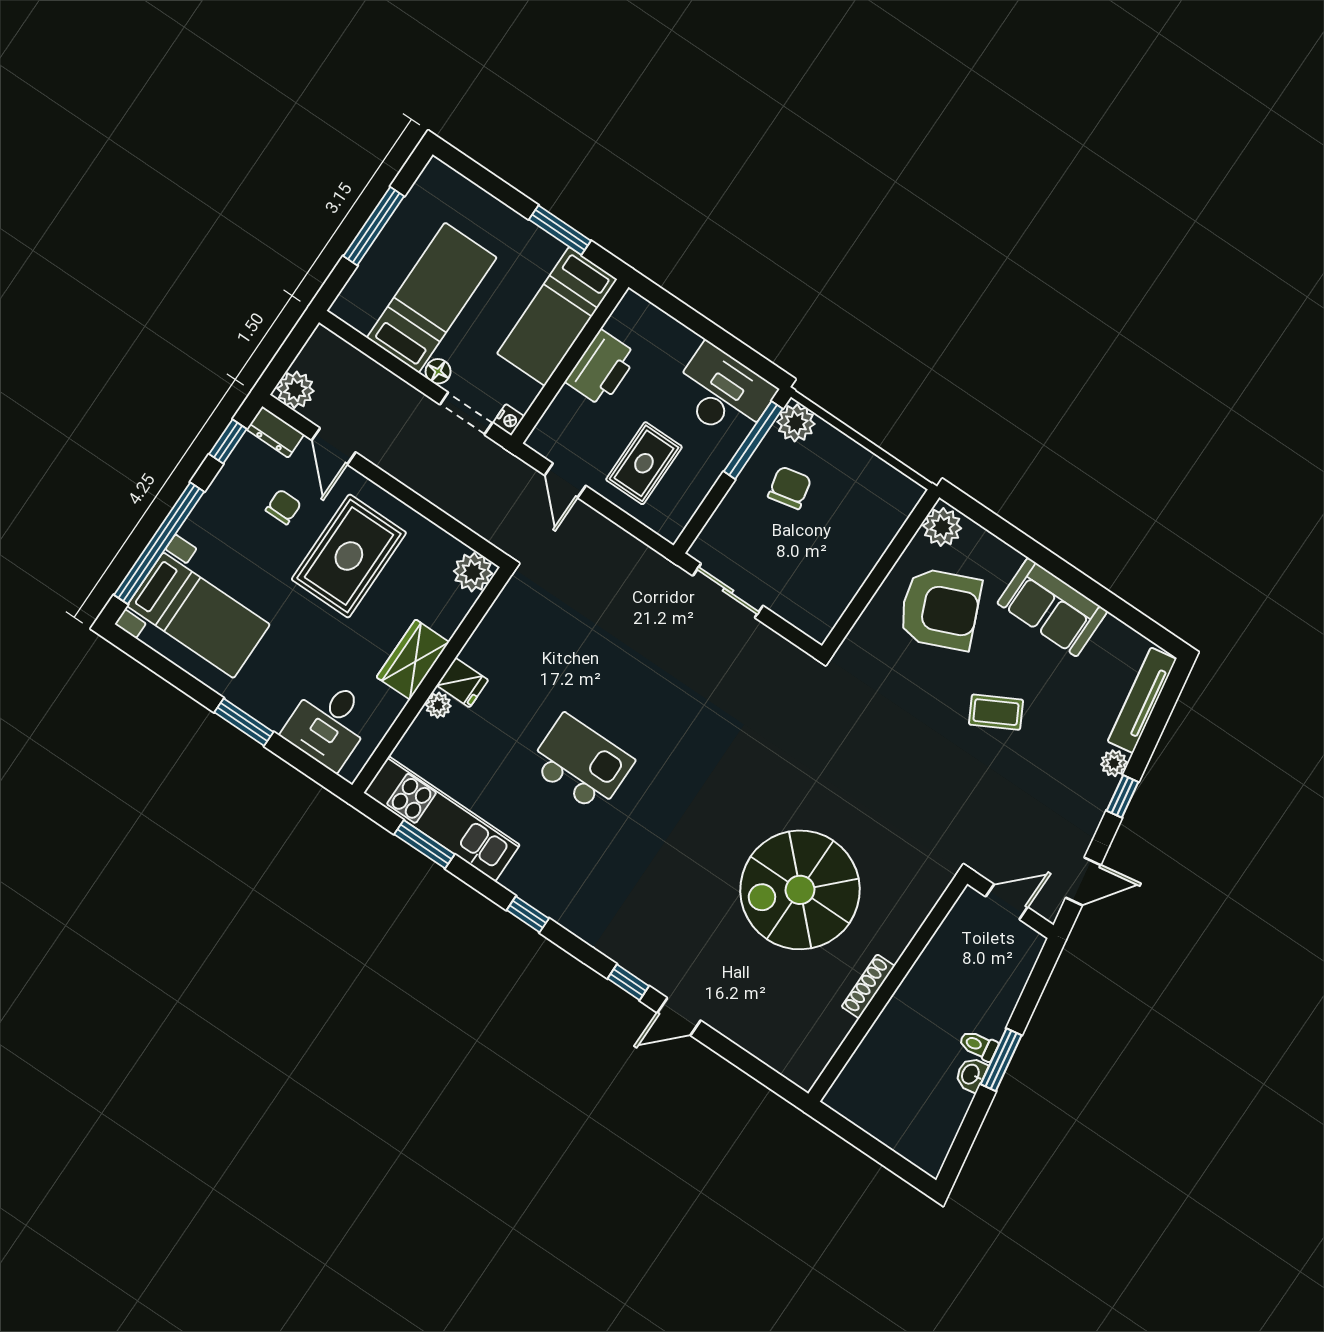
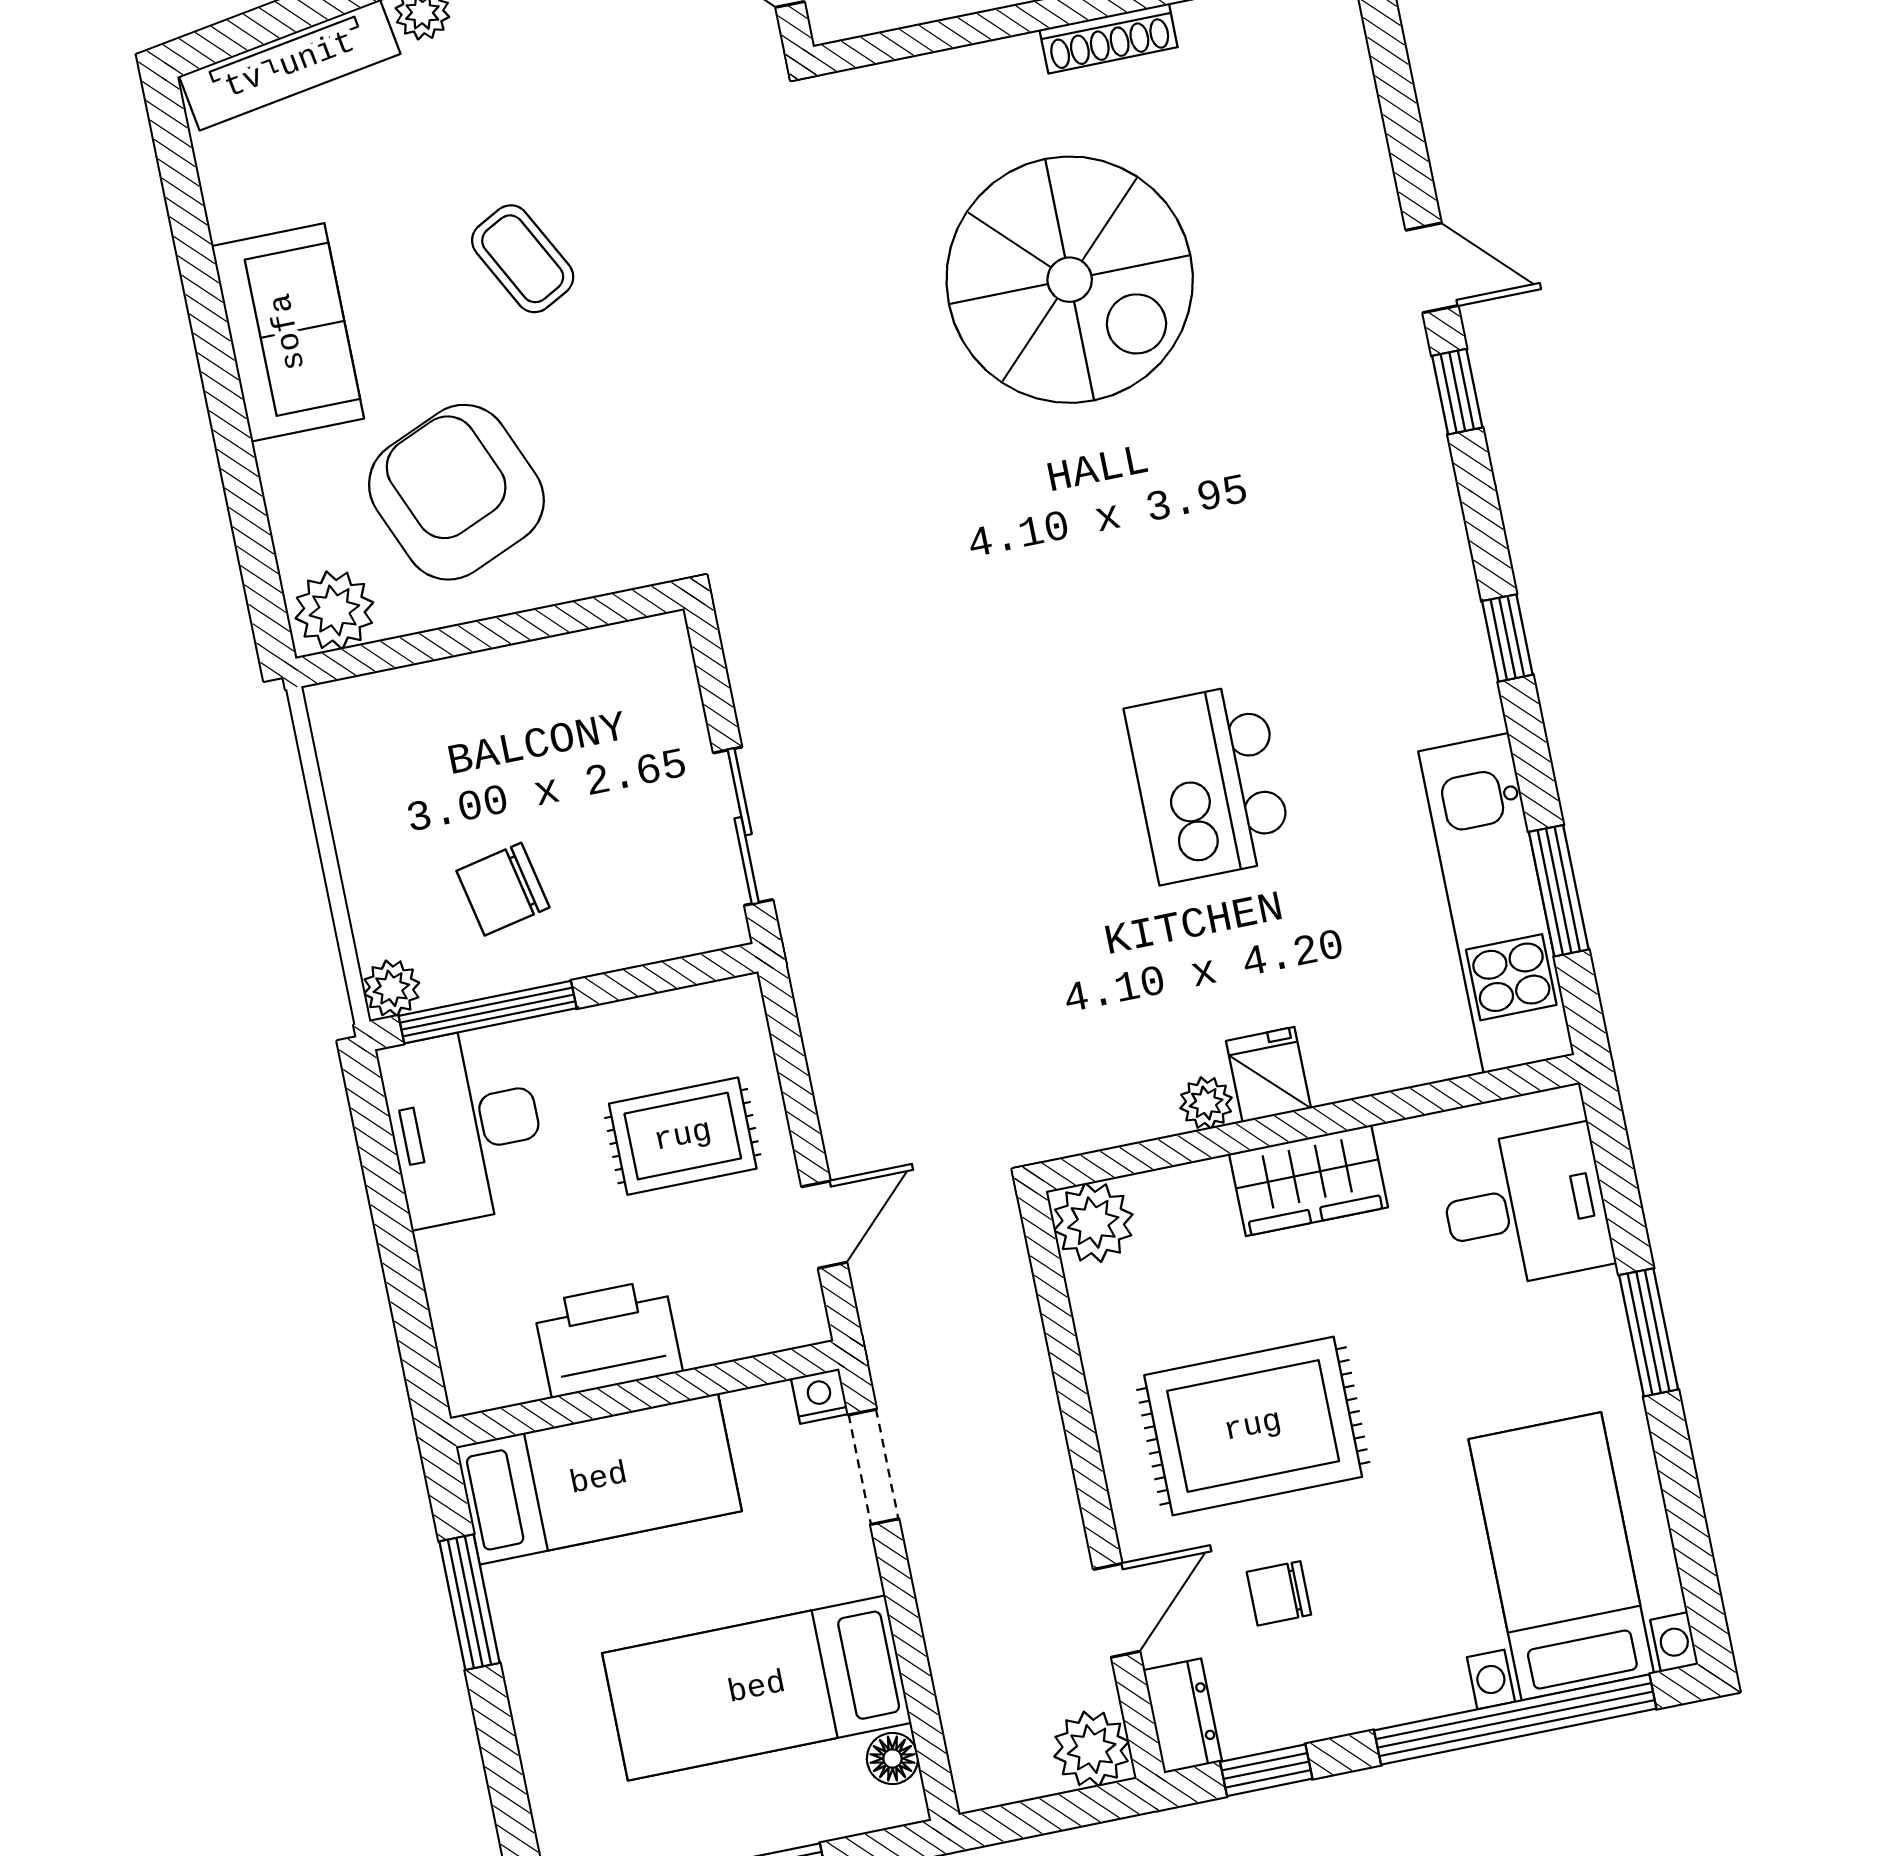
floor lamp: (438, 371) -> (892, 1758), moved
plant: (796, 423) -> (391, 988), width x0.73, depth x0.73
plant: (438, 705) -> (1206, 1103), moved

